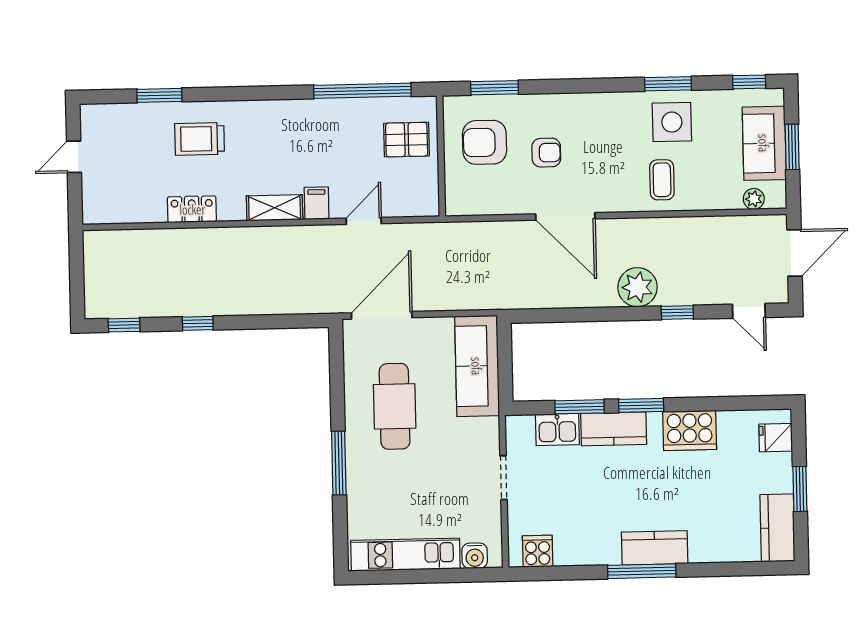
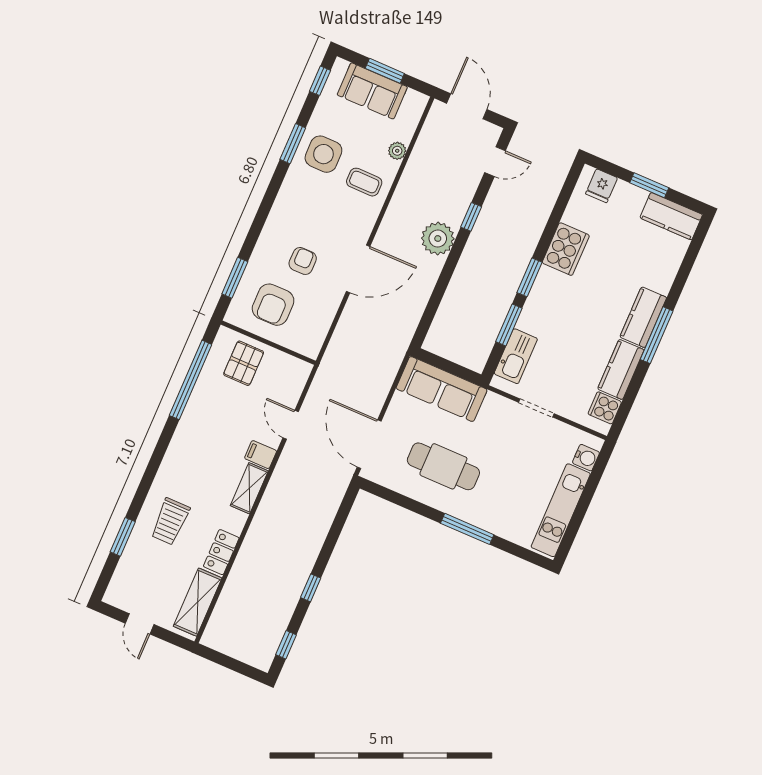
plant: (754, 199) -> (397, 151), moved
shelving: (126, 209) -> (198, 602), added
kitchen counter: (614, 429) -> (621, 369), moved, turned 180
kitchen sink: (557, 430) -> (516, 356), width x1.38

